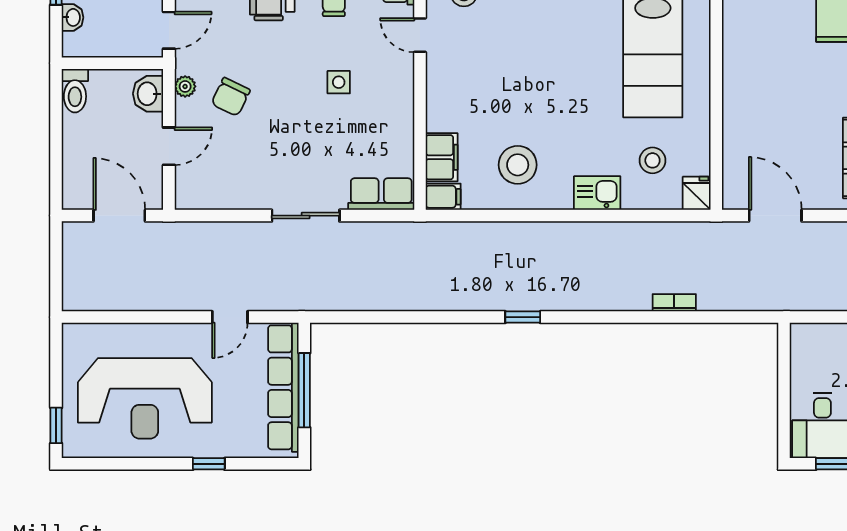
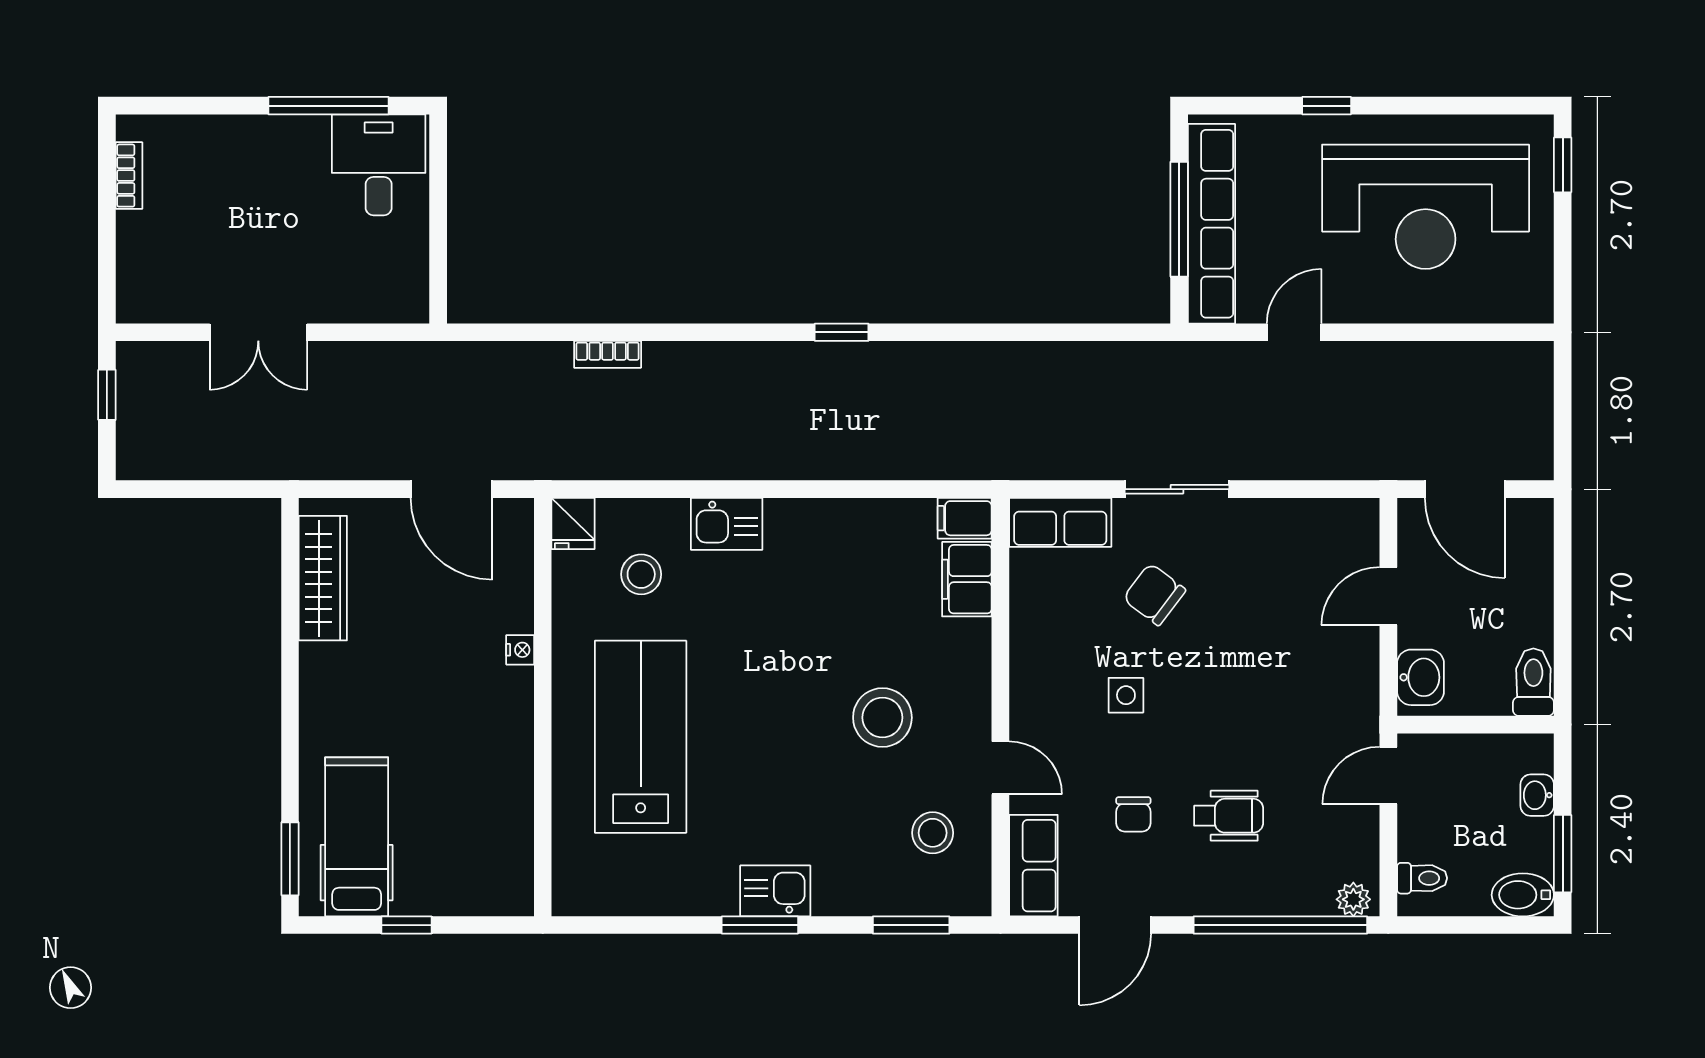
plant: (185, 86) -> (1363, 689), removed
chair: (231, 97) -> (1154, 594), moved, turned -79
nightstand: (731, 112) -> (520, 650), added
stool: (518, 165) -> (882, 718), moved
reception desk: (145, 398) -> (1426, 207), turned 180

